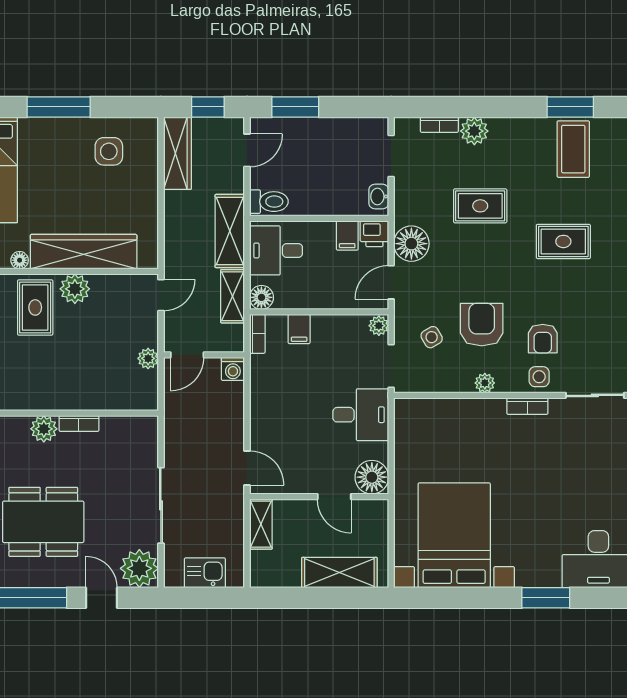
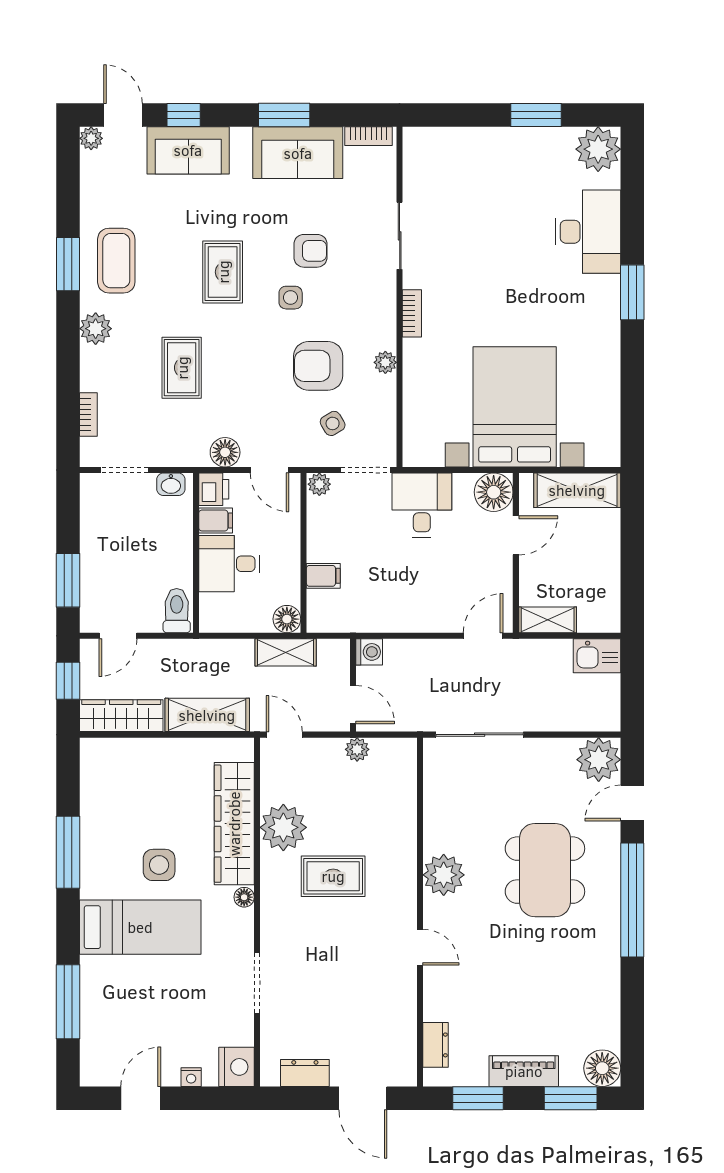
plant: (474, 131) -> (96, 329), moved
coffee table: (573, 149) -> (116, 261), turned 90
door: (247, 150) -> (118, 636), swing flipped
side table: (109, 151) -> (159, 865), moved
shelving: (230, 231) -> (207, 715), moved
floor lamp: (411, 244) -> (225, 452), width x0.73, depth x0.73
desk: (276, 250) -> (229, 564), moved, turned 90
plant: (75, 289) -> (283, 827), width x1.36, depth x1.36
rug: (35, 307) -> (333, 876), moved
bookcase: (257, 334) -> (329, 624), removed
armchair: (543, 339) -> (310, 251), moved
side table: (539, 377) -> (291, 298), moved
bookcase: (79, 424) -> (432, 829), removed
plant: (44, 429) -> (444, 875), width x1.36, depth x1.36
sliding door: (161, 505) -> (480, 735), moved
bed with nightstands: (454, 535) -> (515, 407), moved, turned 90
kitchen sink: (205, 573) -> (597, 656), moved, turned -90
shelving: (339, 573) -> (577, 490), moved, turned 90

